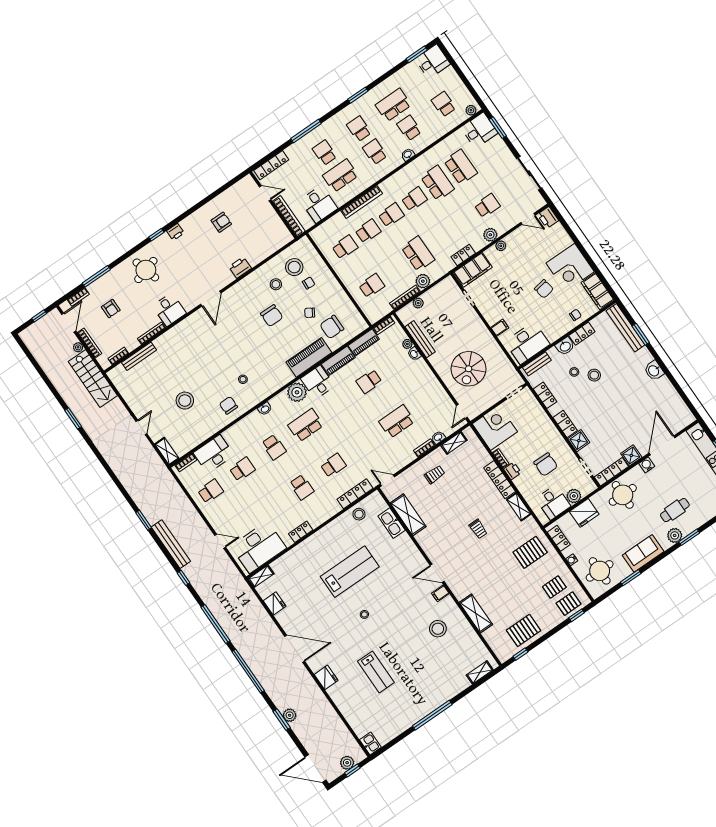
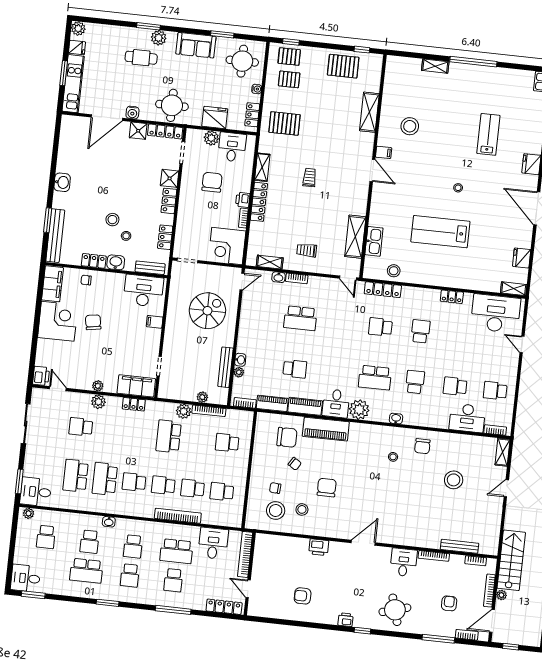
shelving: (480, 672) -> (435, 66), moved

